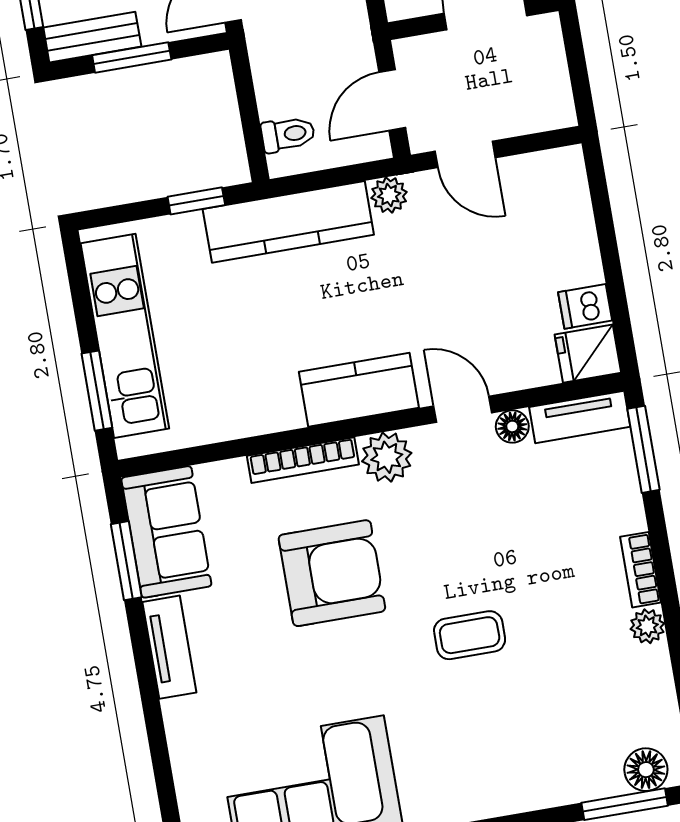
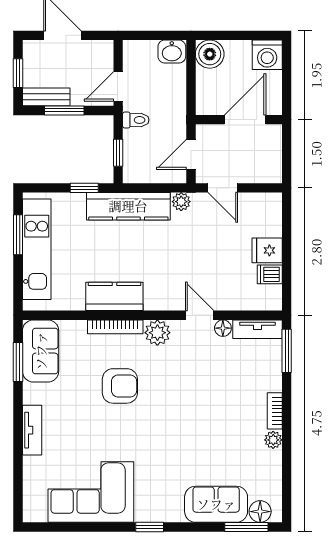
window: (250, 121) -> (118, 153), added
toilet: (288, 134) -> (136, 120), moved
fridge: (588, 354) -> (267, 250), moved
kitchen counter: (359, 390) -> (114, 296), moved
window: (97, 391) -> (18, 235), moved
armchair: (332, 573) -> (120, 386), width x0.73, depth x0.73
coffee table: (470, 635) -> (183, 429), removed
tv unit: (169, 647) -> (32, 430), moved
sofa: (558, 770) -> (216, 504), added

